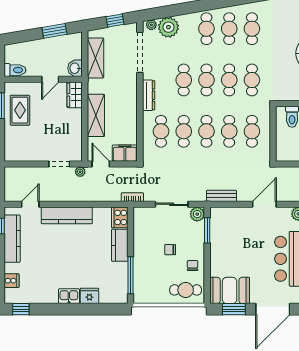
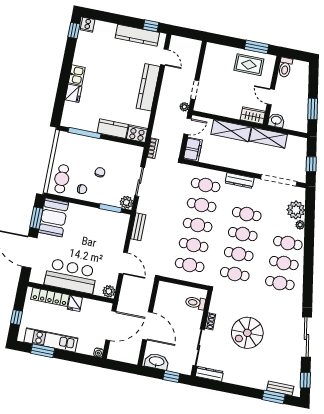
plant: (151, 25) -> (300, 225), moved
shelving: (96, 58) -> (268, 138), moved
cooker: (11, 281) -> (88, 25), moved

